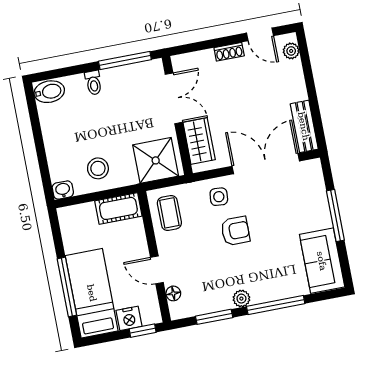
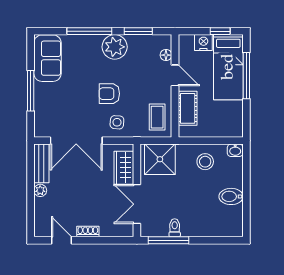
plant: (291, 51) -> (40, 190), moved
toilet: (93, 83) -> (175, 228), moved
bidet: (49, 92) -> (231, 196), moved
cot: (118, 208) -> (188, 108), moved, turned 90
plant: (241, 299) -> (115, 47), width x1.88, depth x1.88
window: (143, 331) -> (220, 31), moved

